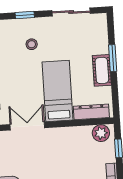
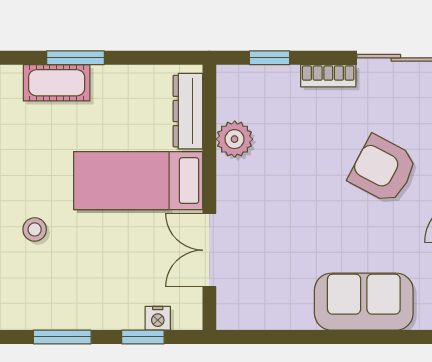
cot: (102, 70) -> (57, 83), moved
plant: (101, 133) -> (235, 139), moved

